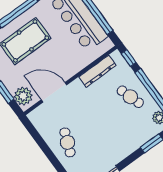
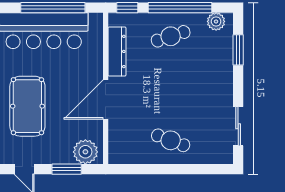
door: (54, 92) -> (106, 100), moved

